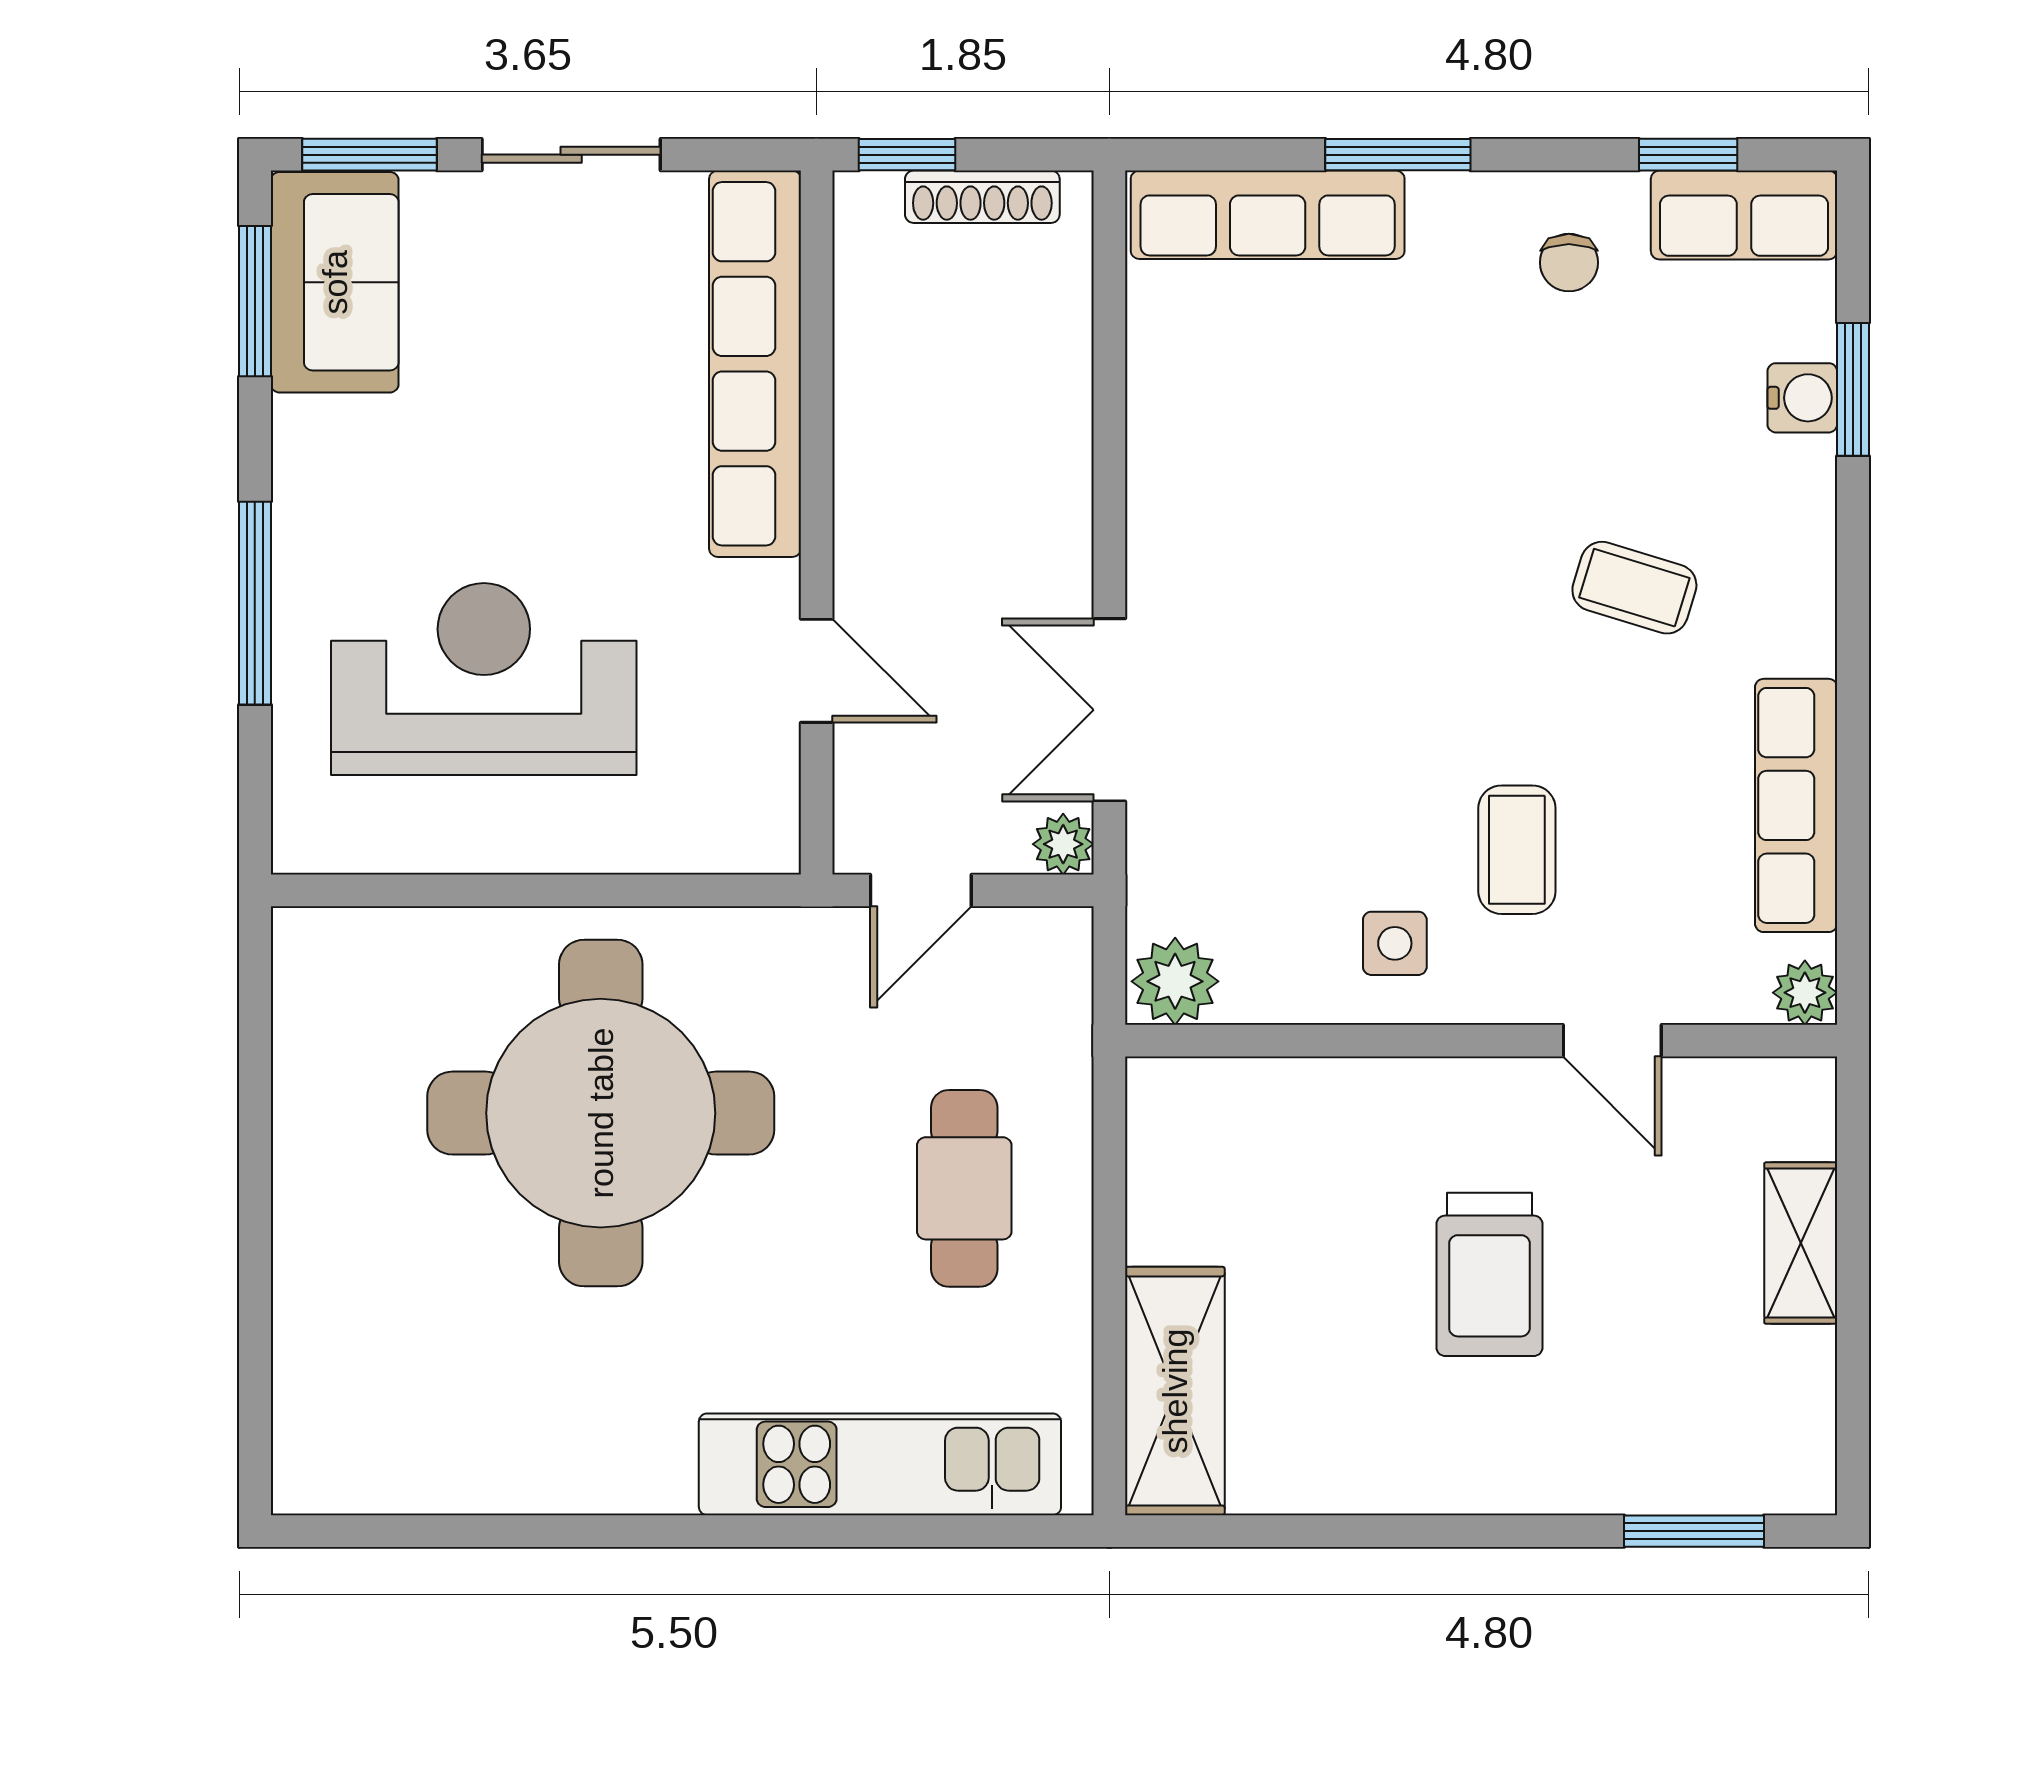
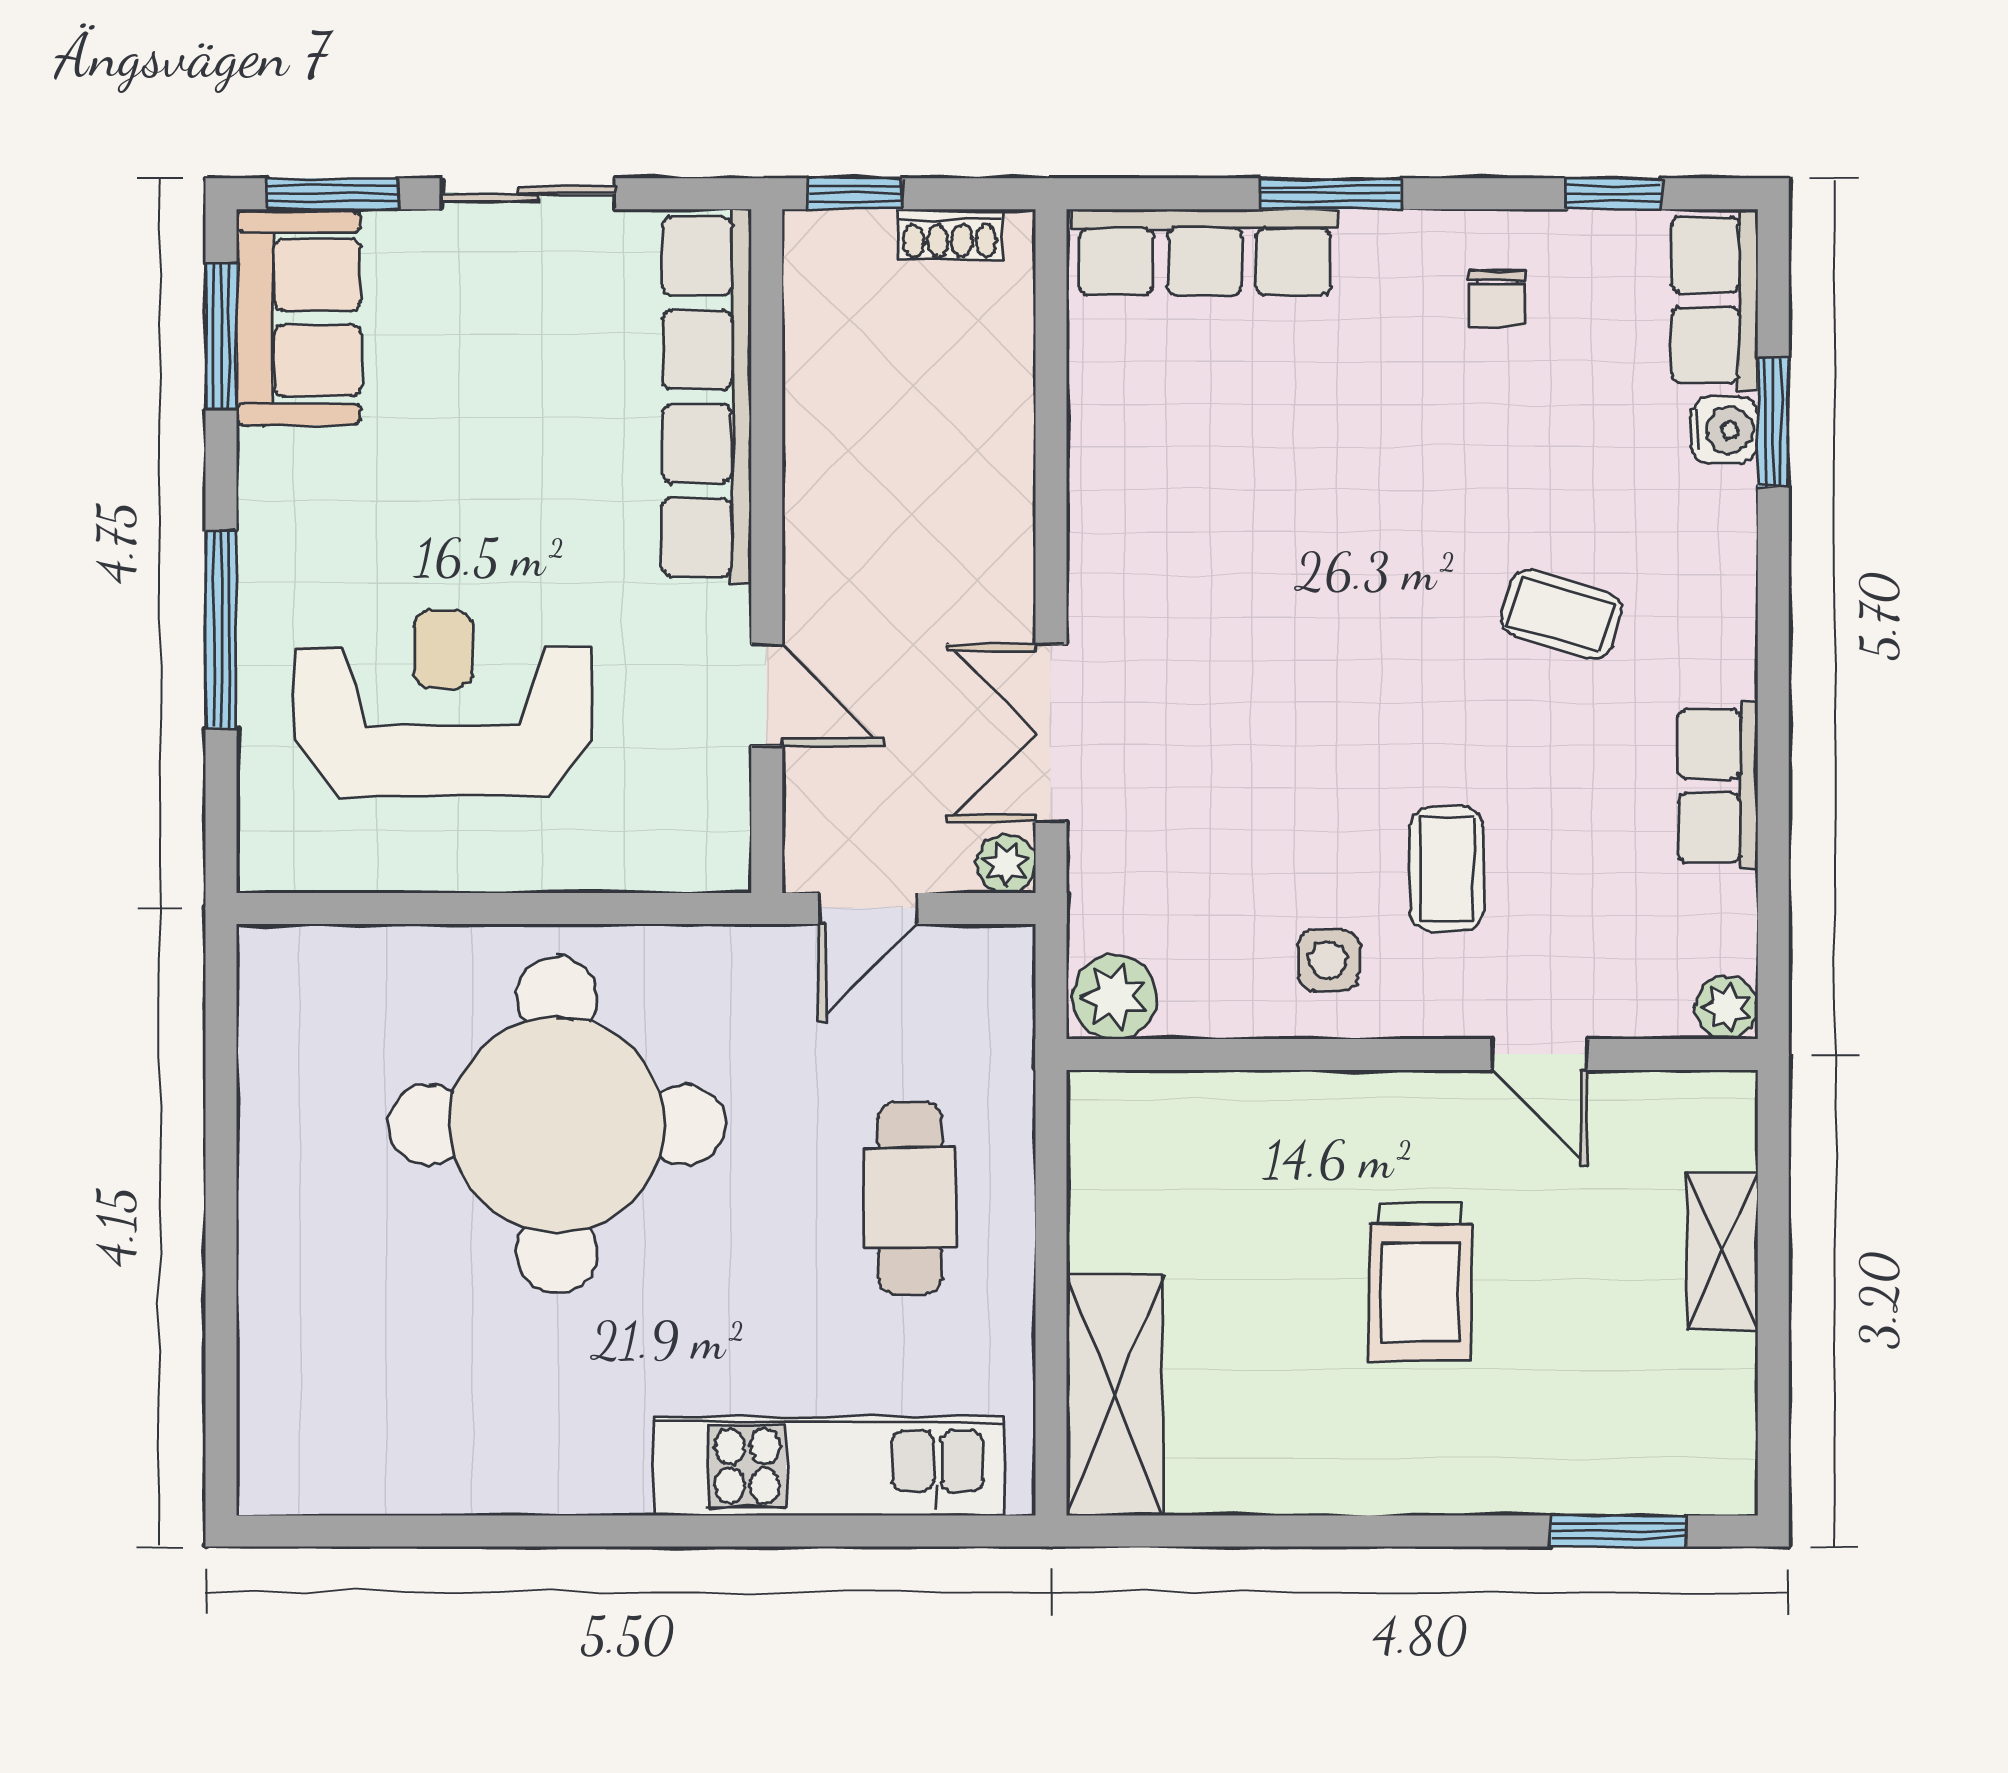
shoe rack: (982, 197) -> (950, 235), width x0.70
row of seats: (1744, 215) -> (1715, 300), moved, turned 90
row of seats: (1796, 805) -> (1718, 786), width x0.68

